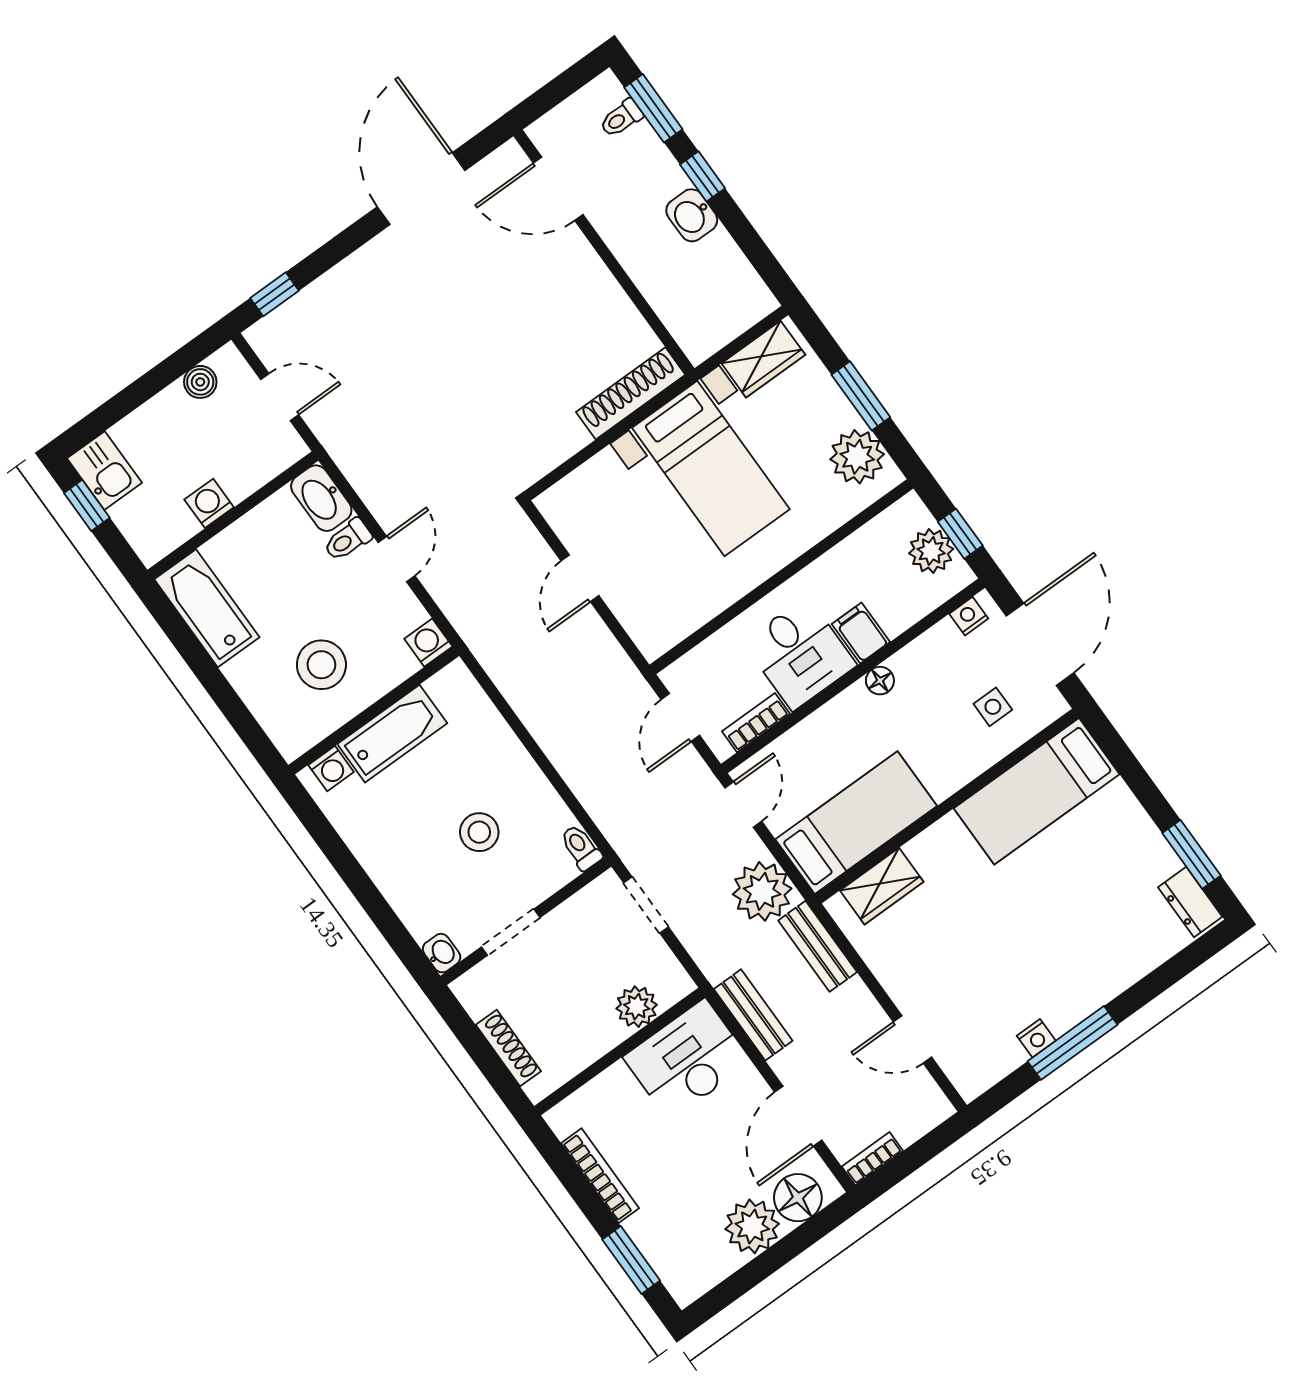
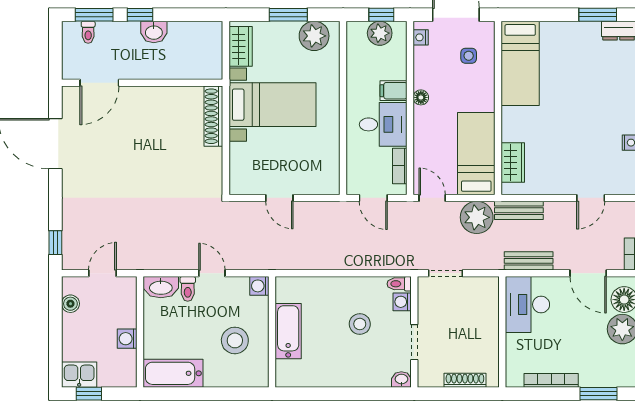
washing machine: (331, 769) -> (402, 302), moved, turned 180
plant: (637, 1007) -> (488, 310), removed

